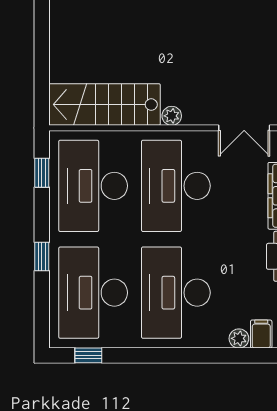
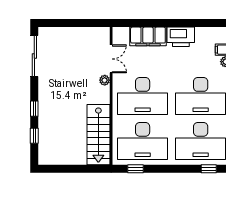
plant: (172, 116) -> (105, 80), moved
window: (42, 257) -> (209, 169), moved

